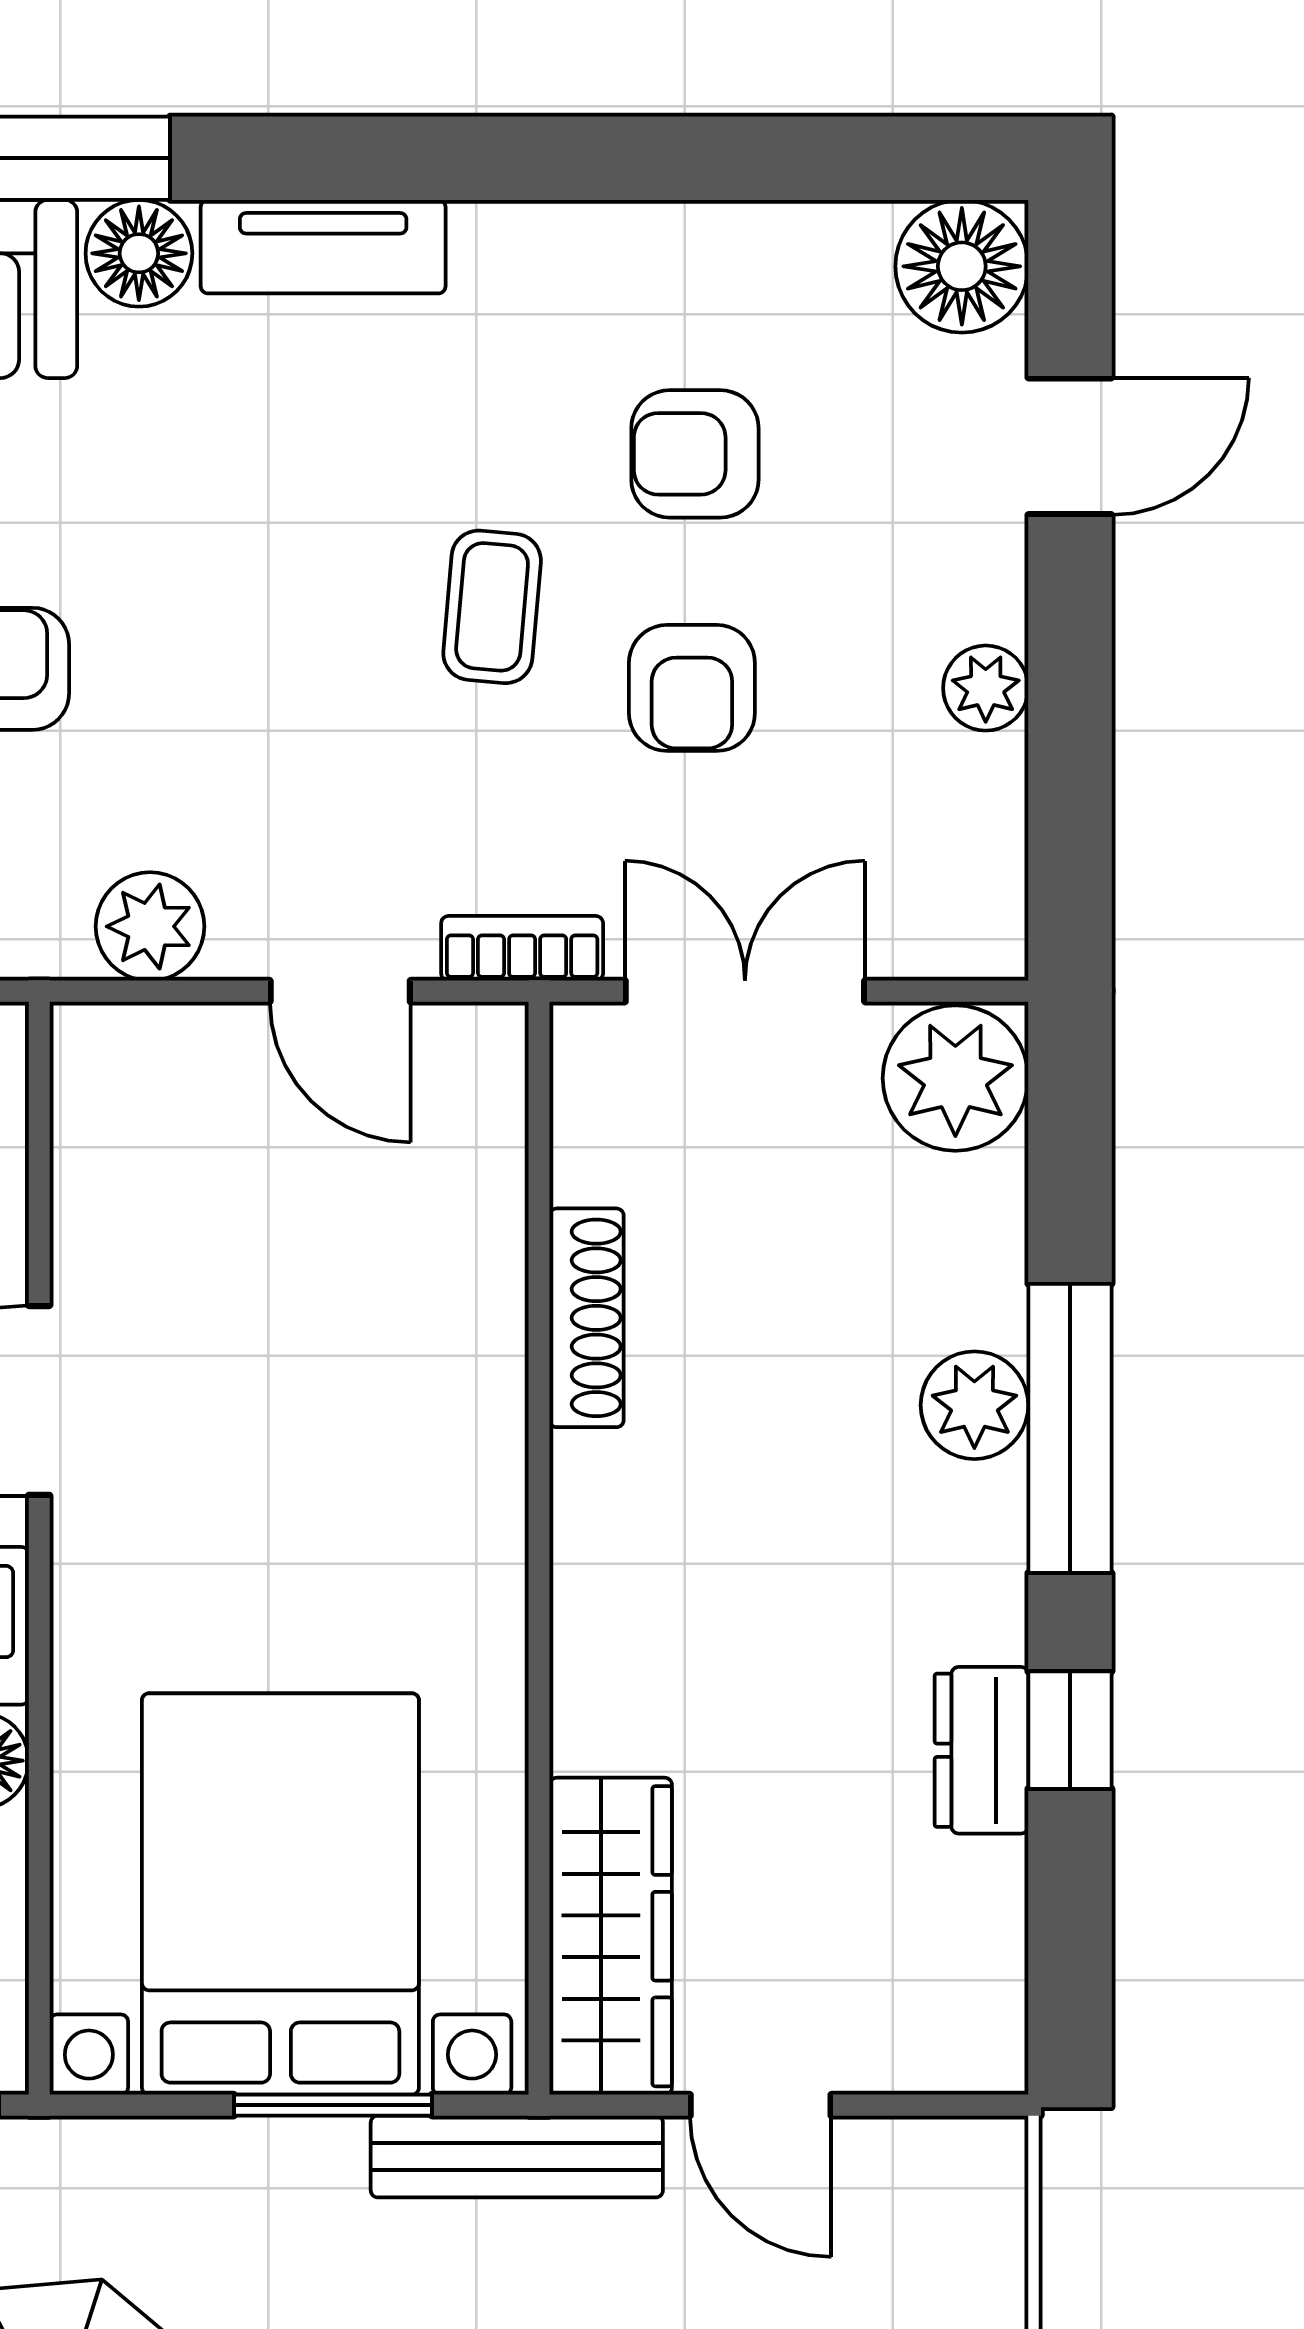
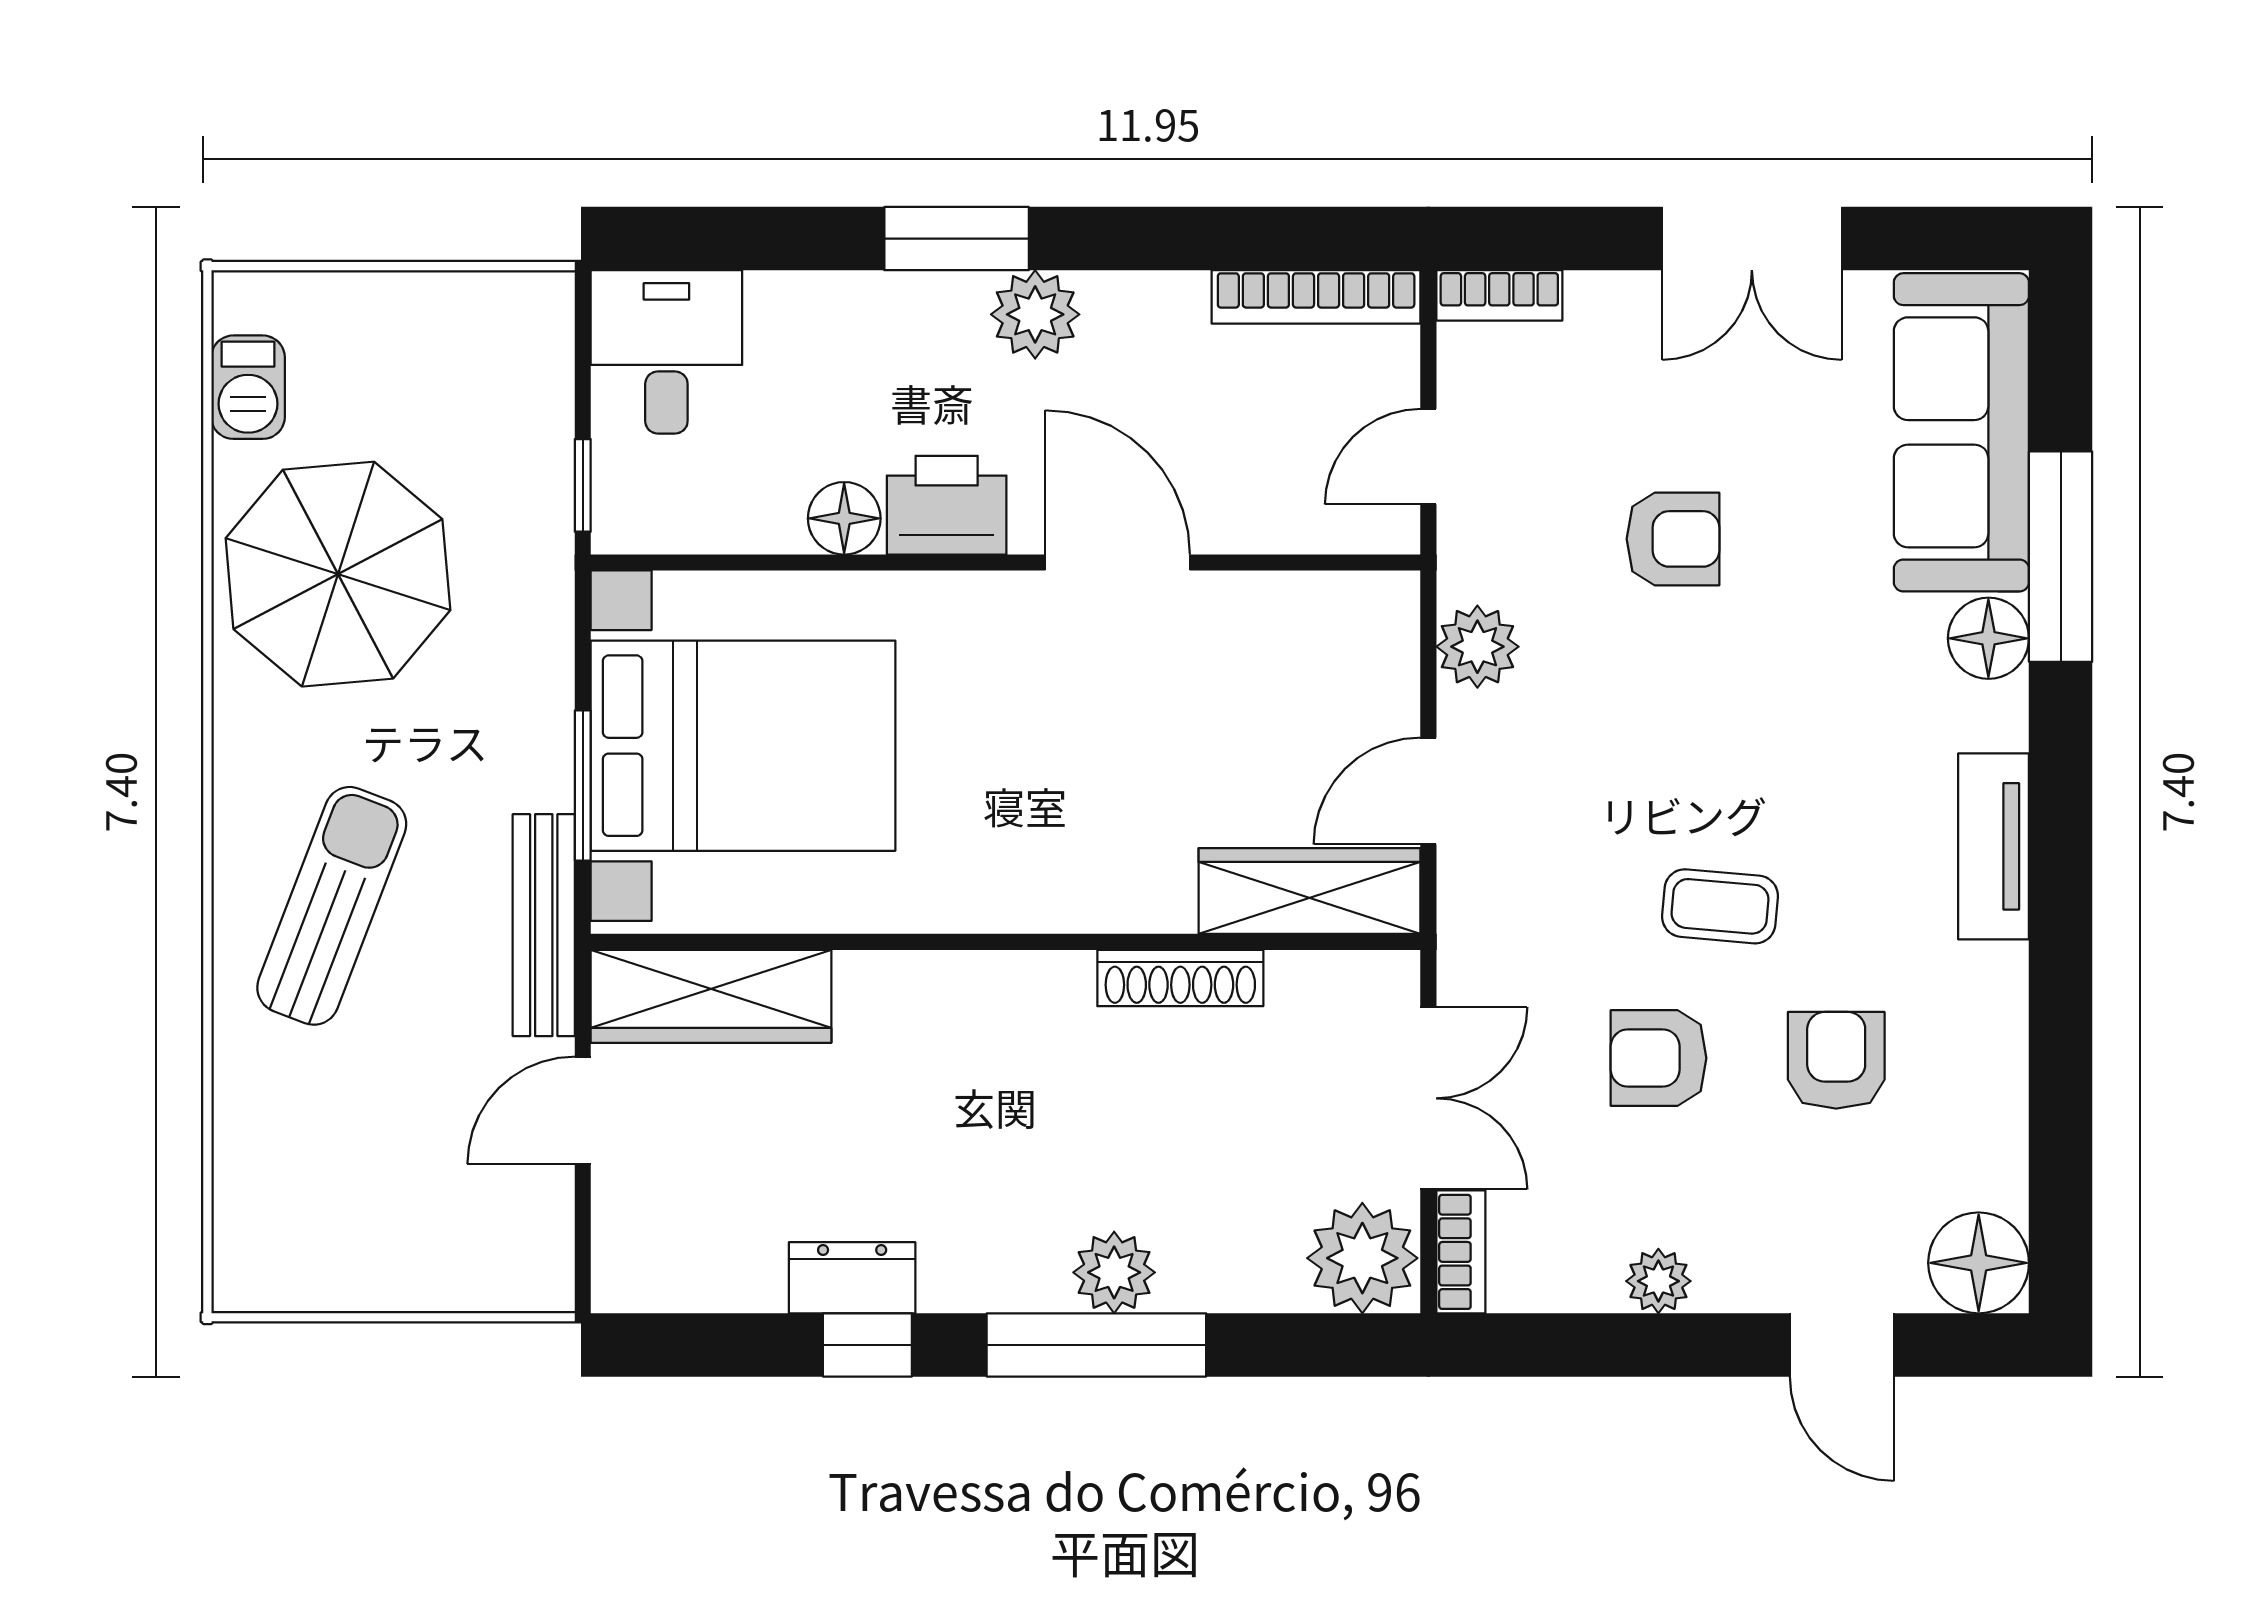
tv unit: (323, 247) -> (1994, 846), moved
bookcase: (522, 948) -> (1461, 1252), moved
wardrobe: (472, 1148) -> (1310, 891), added

